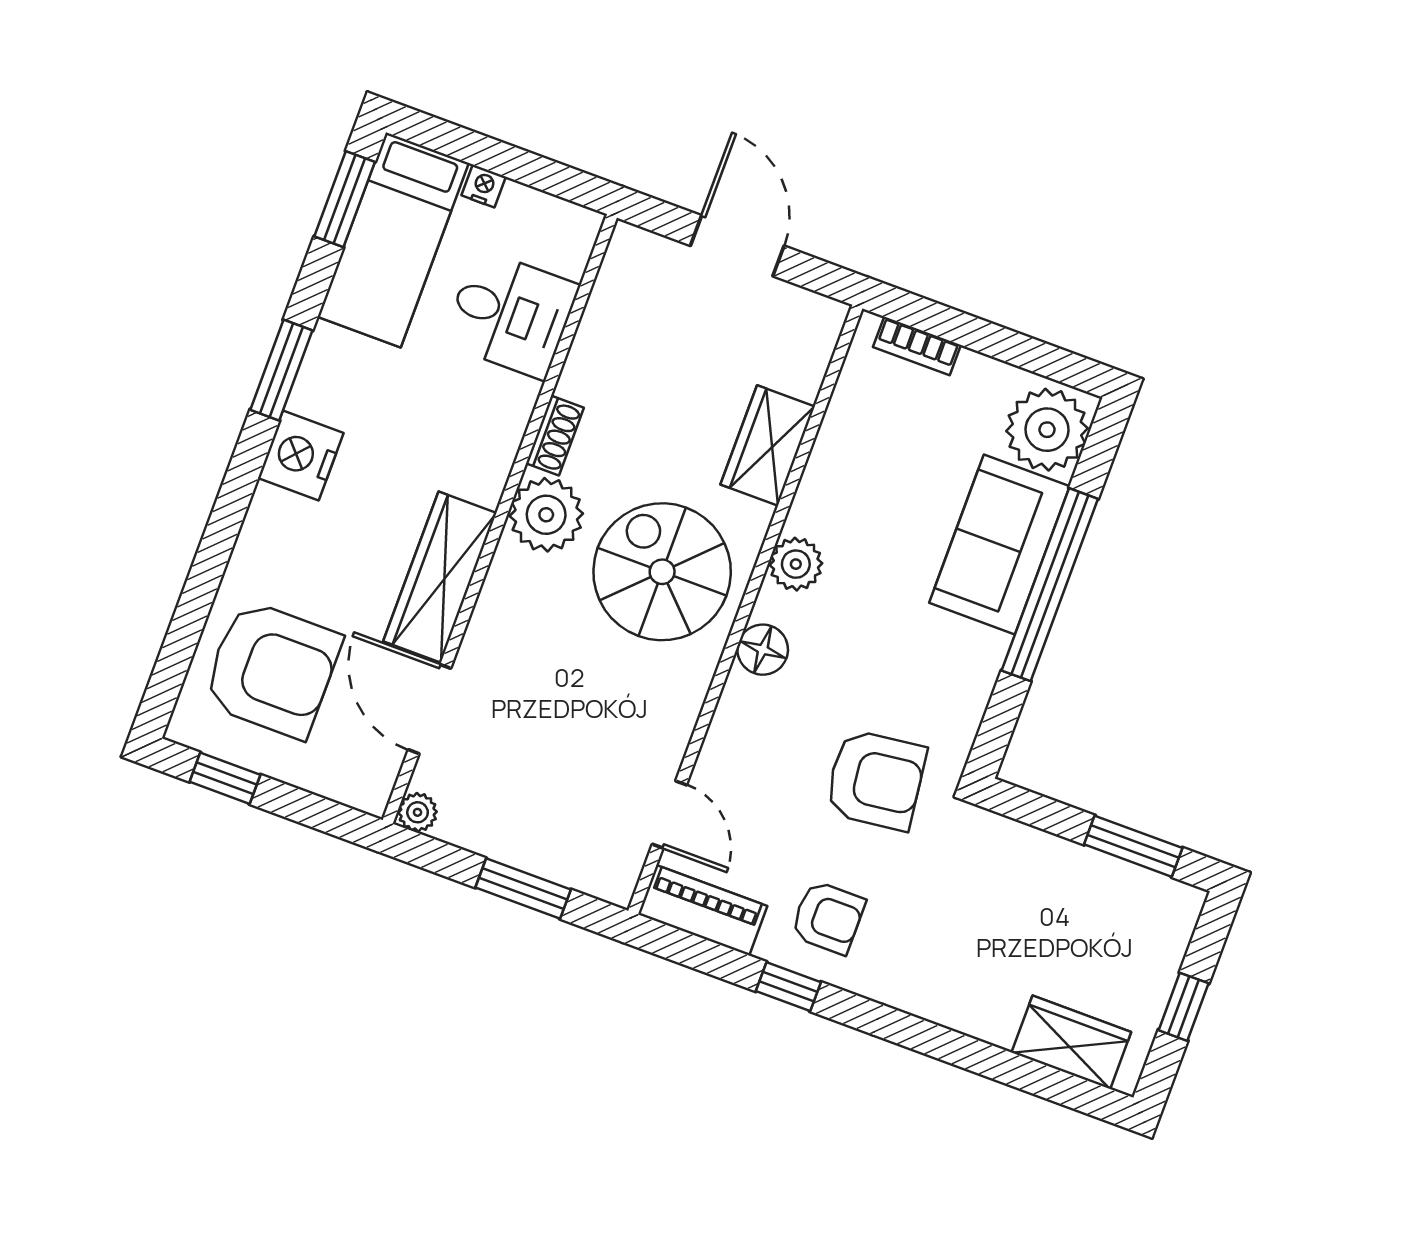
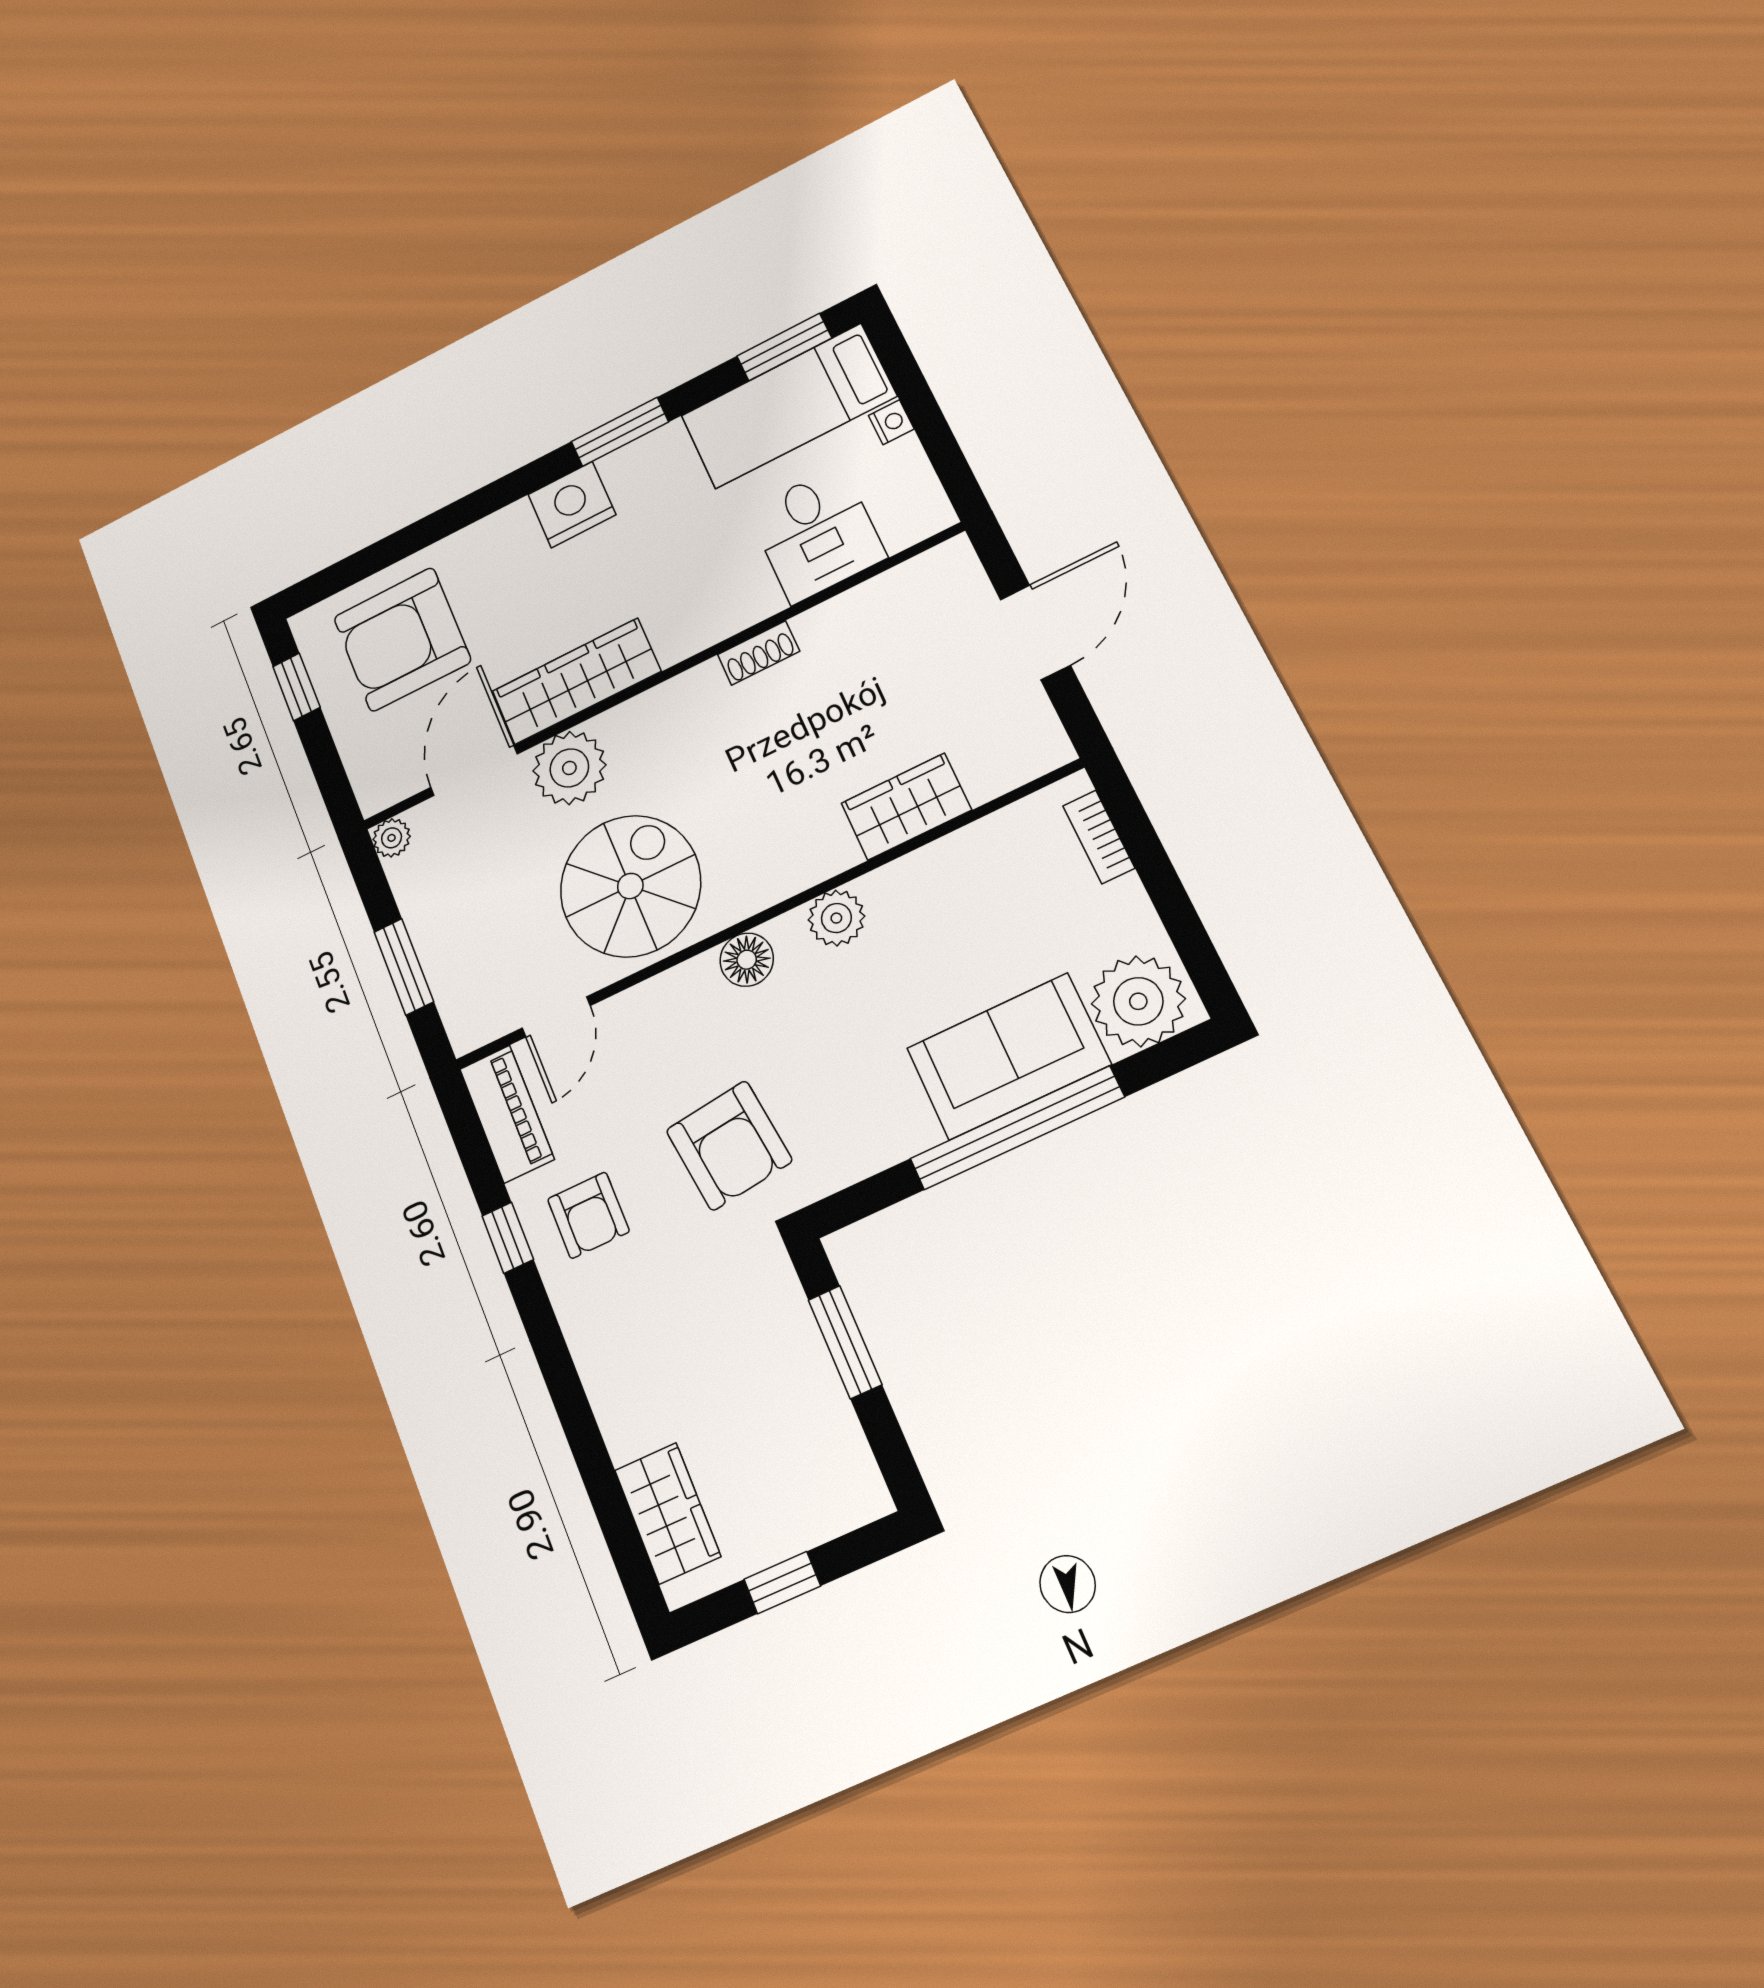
plant: (546, 515) -> (569, 768), moved
spiral stairs: (662, 572) -> (630, 886), moved
armchair: (272, 669) -> (402, 639), turned 90
window: (1133, 846) -> (845, 1342), moved

